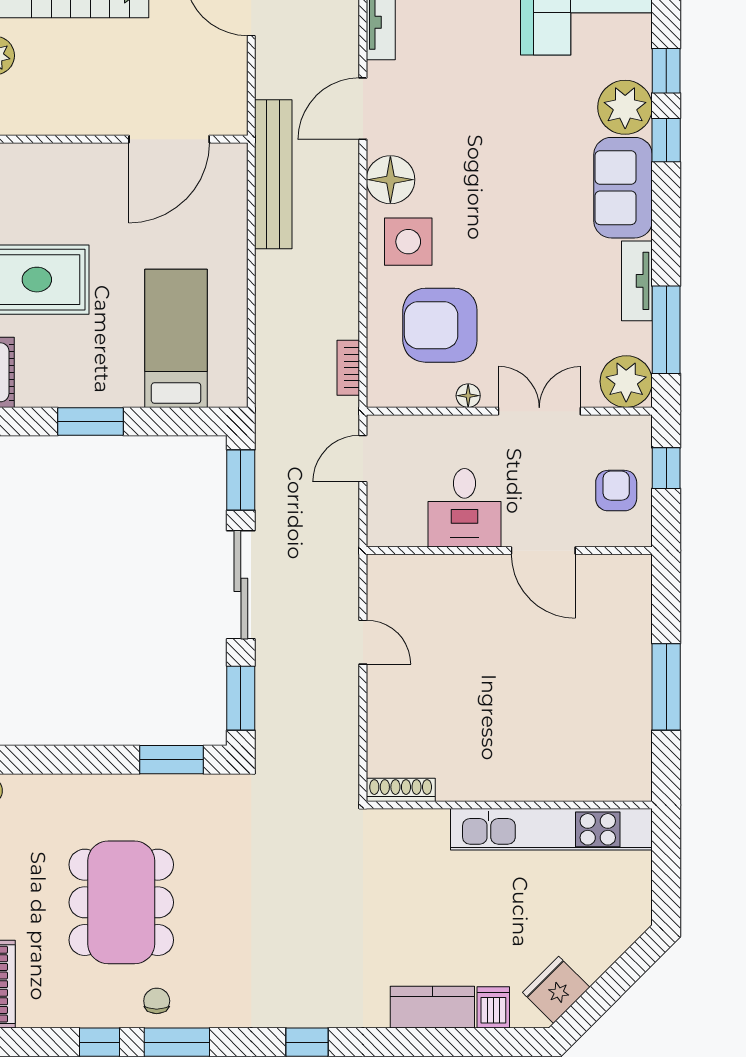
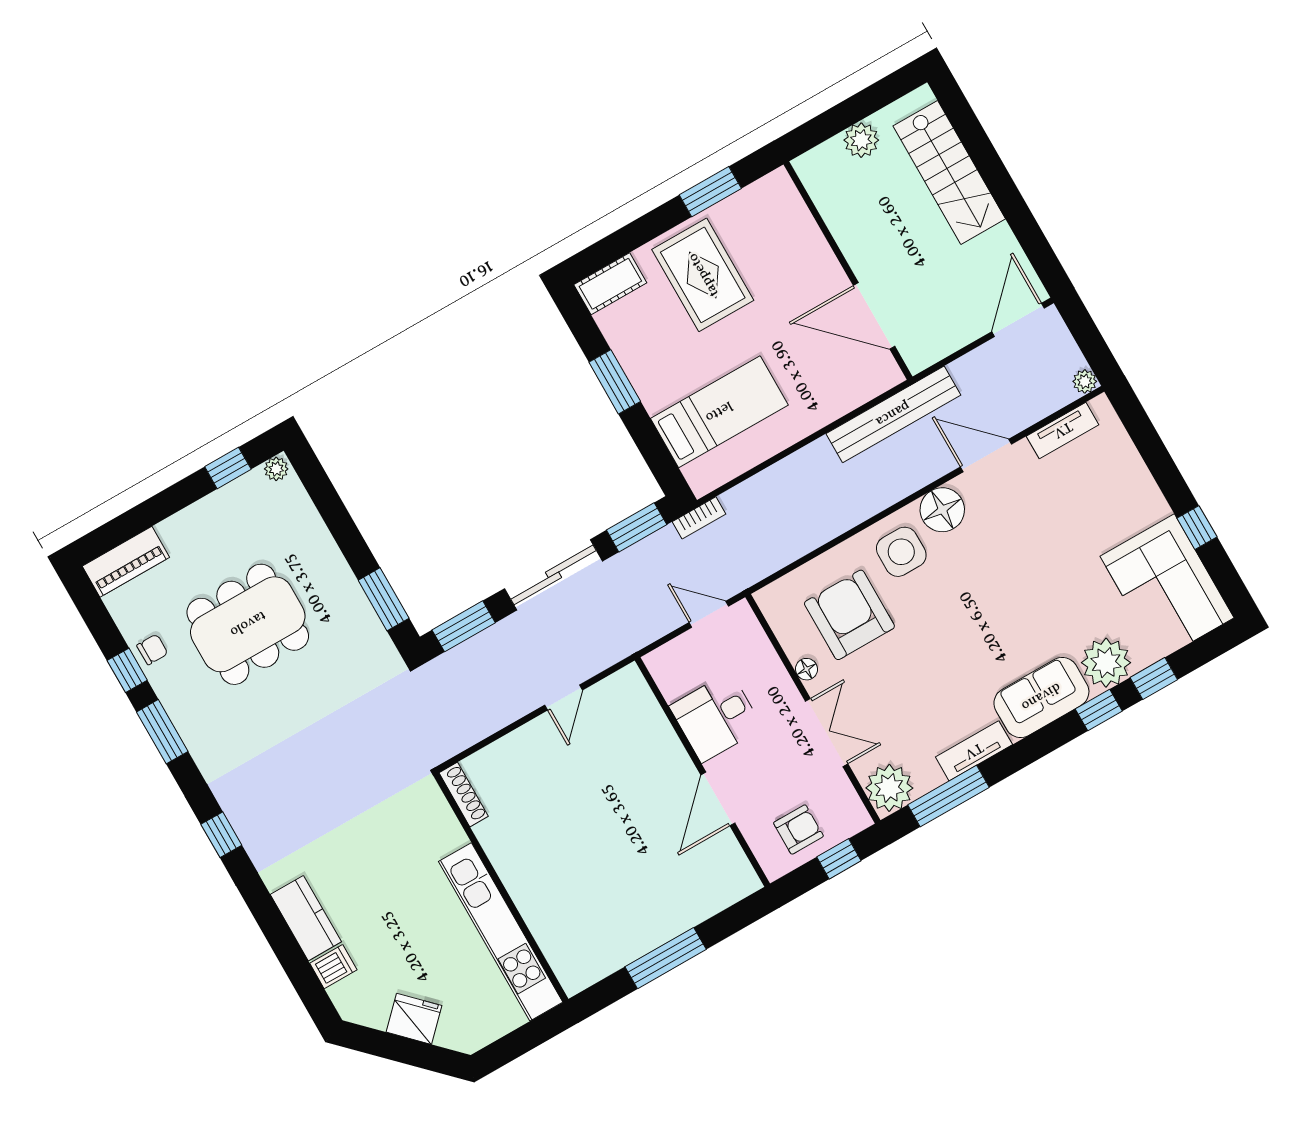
bookcase: (348, 368) -> (699, 518), moved, turned 180
fridge: (556, 990) -> (414, 1019), moved
chair: (157, 1001) -> (152, 649), moved

